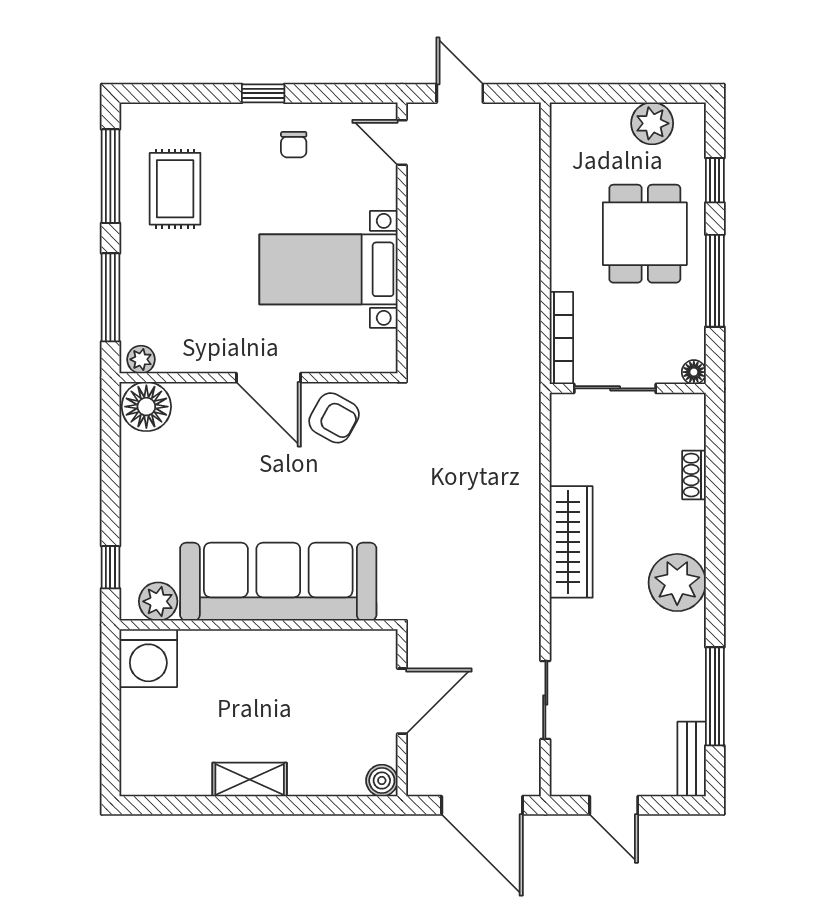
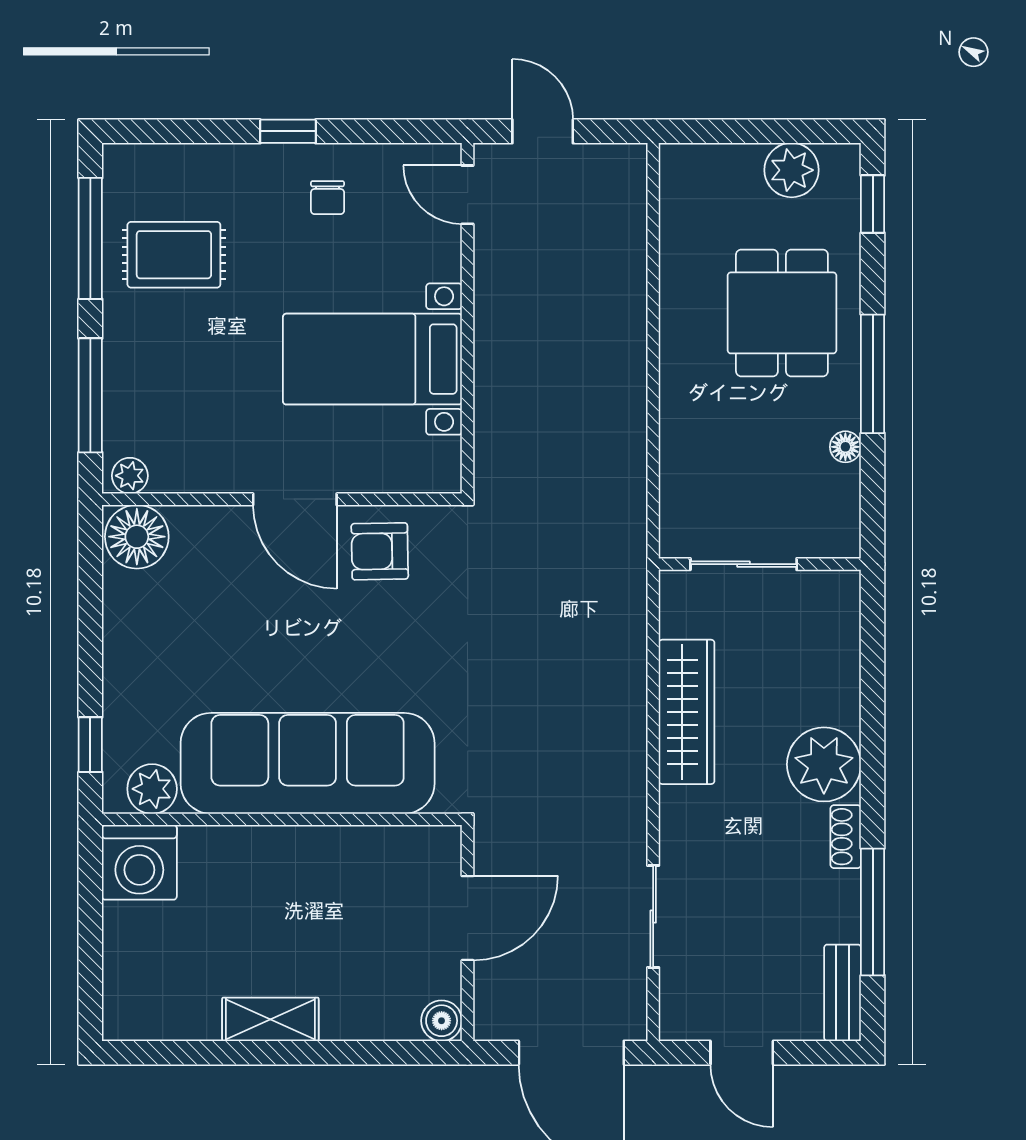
window: (715, 180) -> (873, 204), moved
rug: (175, 189) -> (174, 255), turned 90
bookcase: (561, 338) -> (674, 448), removed
floor lamp: (694, 372) -> (845, 447), moved
sliding door: (615, 388) -> (744, 564), moved
wall: (628, 388) -> (760, 564), moved
armchair: (334, 418) -> (380, 551), turned 150
shoe rack: (694, 475) -> (846, 837), moved

